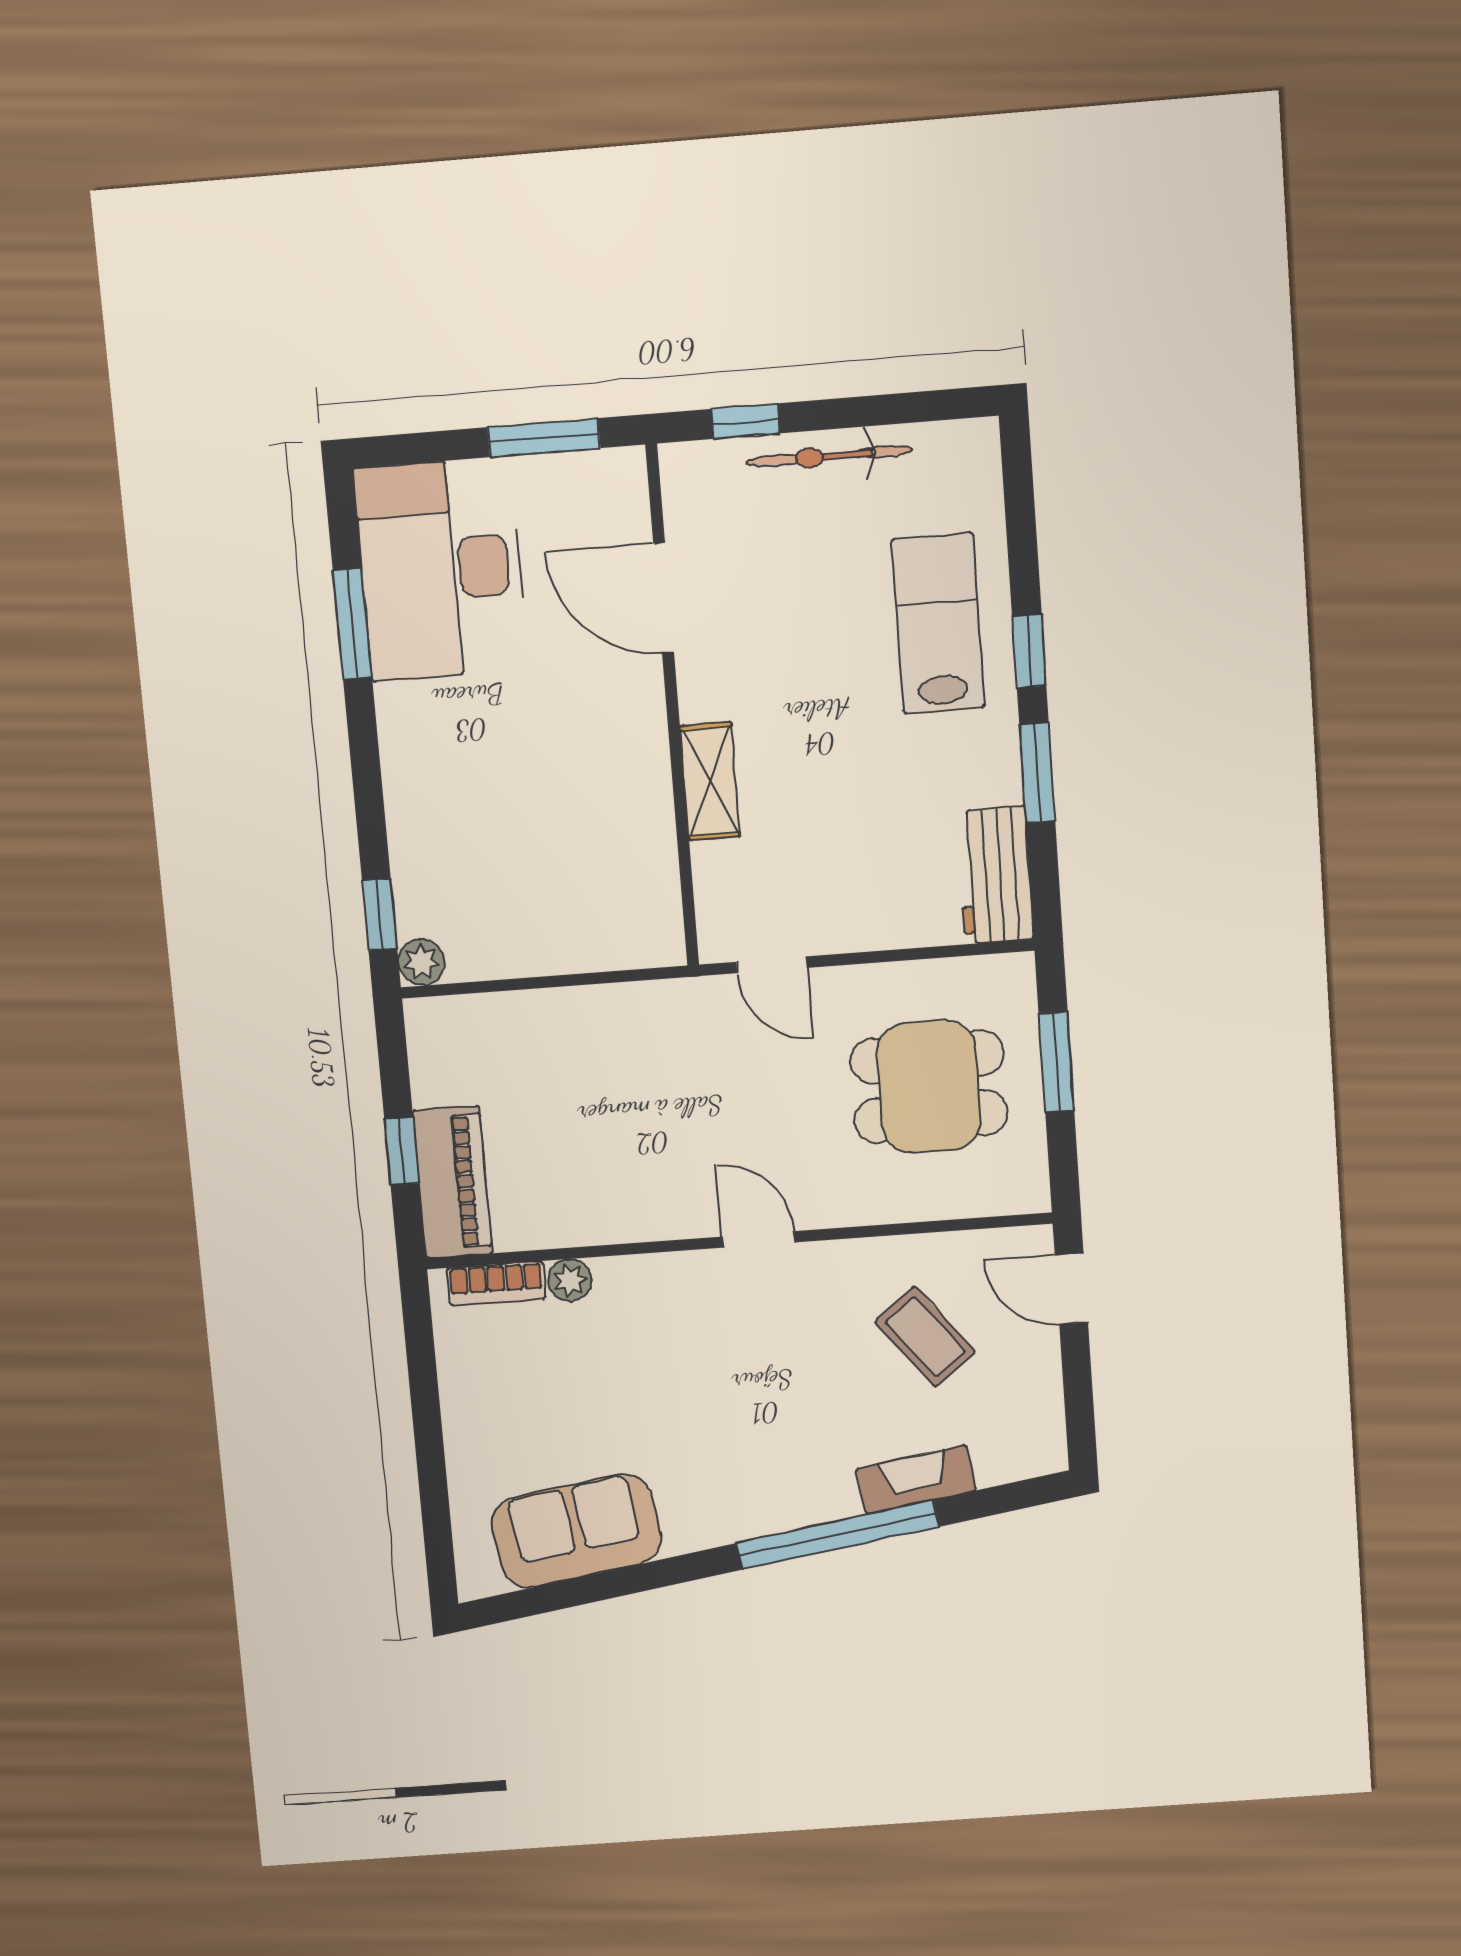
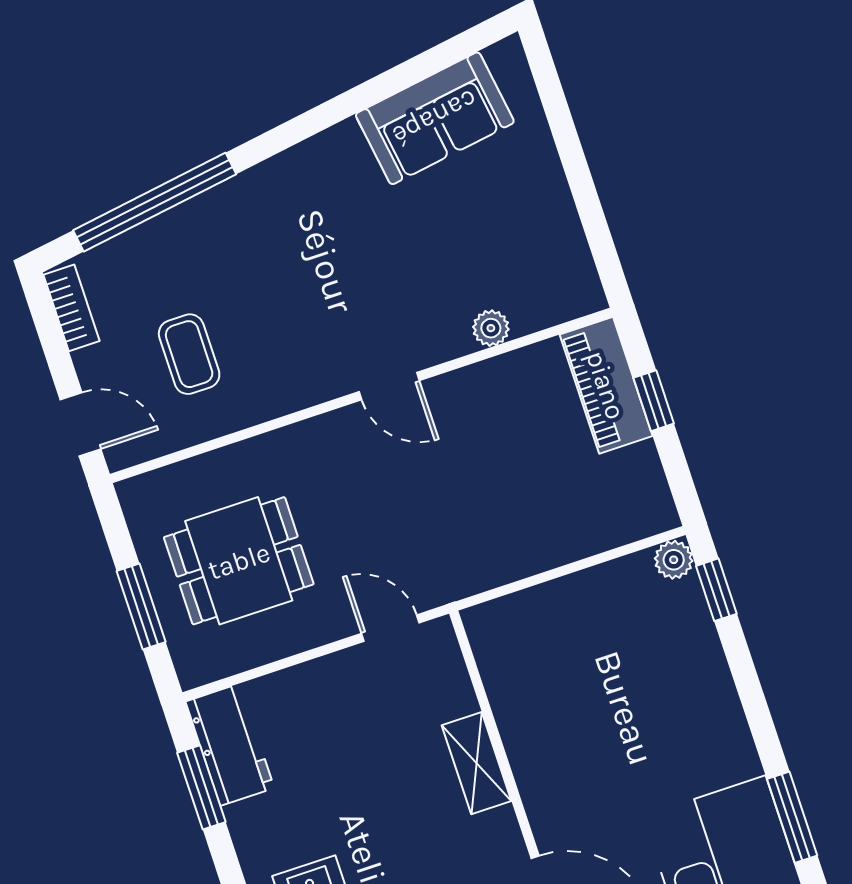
window: (1037, 773) -> (201, 787), moved
door: (759, 1239) -> (389, 386), moved
bookcase: (496, 1283) -> (71, 308), moved, turned 90
coffee table: (925, 1337) -> (189, 354), turned 38
fireplace: (916, 1480) -> (166, 233), removed
window: (837, 1535) -> (155, 202), moved

